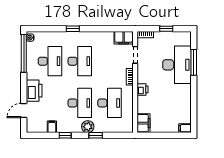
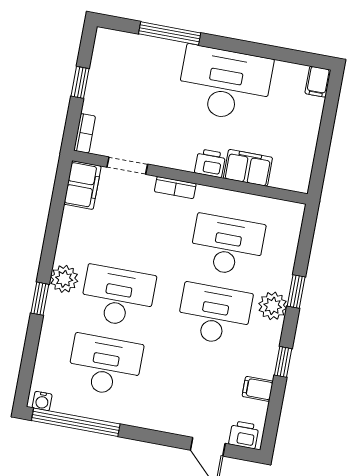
plant: (83, 37) -> (64, 279), added
desk: (177, 65) -> (225, 84), moved
printer: (34, 91) -> (244, 435), moved, width x0.53, depth x0.68
filing cabinet: (144, 123) -> (248, 168), moved

